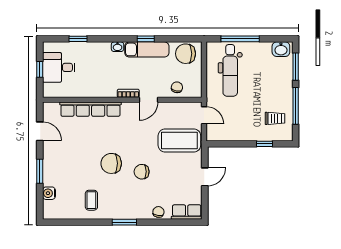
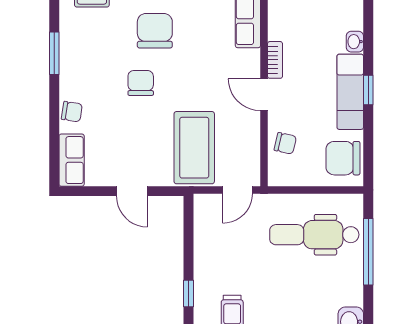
chair: (186, 54) -> (343, 158), turned -90

